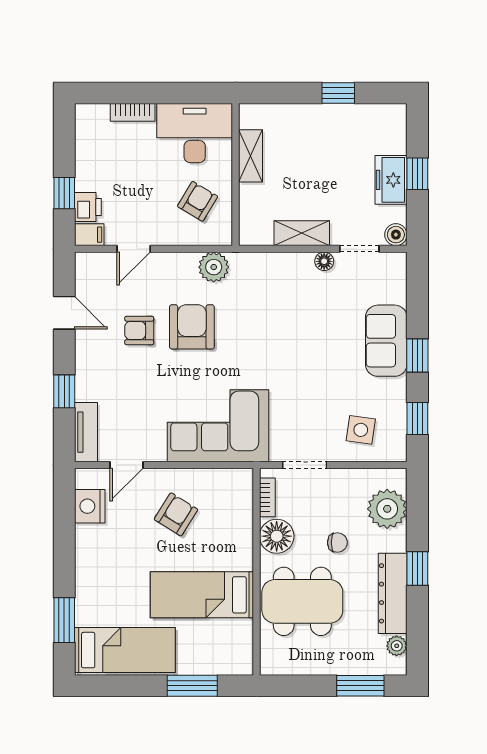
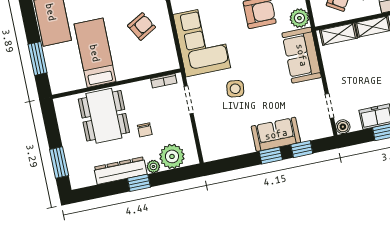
shelving: (302, 233) -> (338, 34), moved, turned 90
floor lamp: (324, 261) -> (317, 86), removed
sofa: (272, 276) -> (302, 55), added
window: (417, 418) -> (302, 149), moved
side table: (361, 430) -> (235, 89), moved
armchair: (176, 514) -> (141, 26), turned -62
floor lamp: (277, 536) -> (141, 92), removed
plant: (397, 646) -> (153, 166), moved

